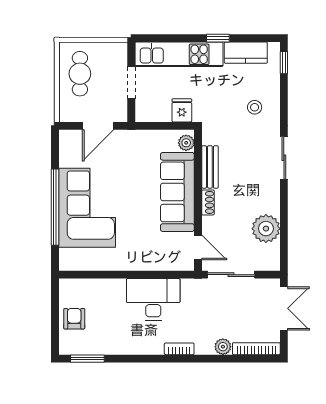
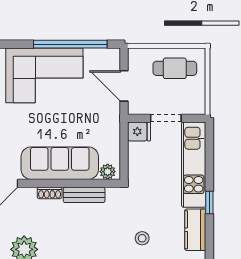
fridge: (182, 110) -> (139, 131), moved
window: (55, 207) -> (70, 44), moved

